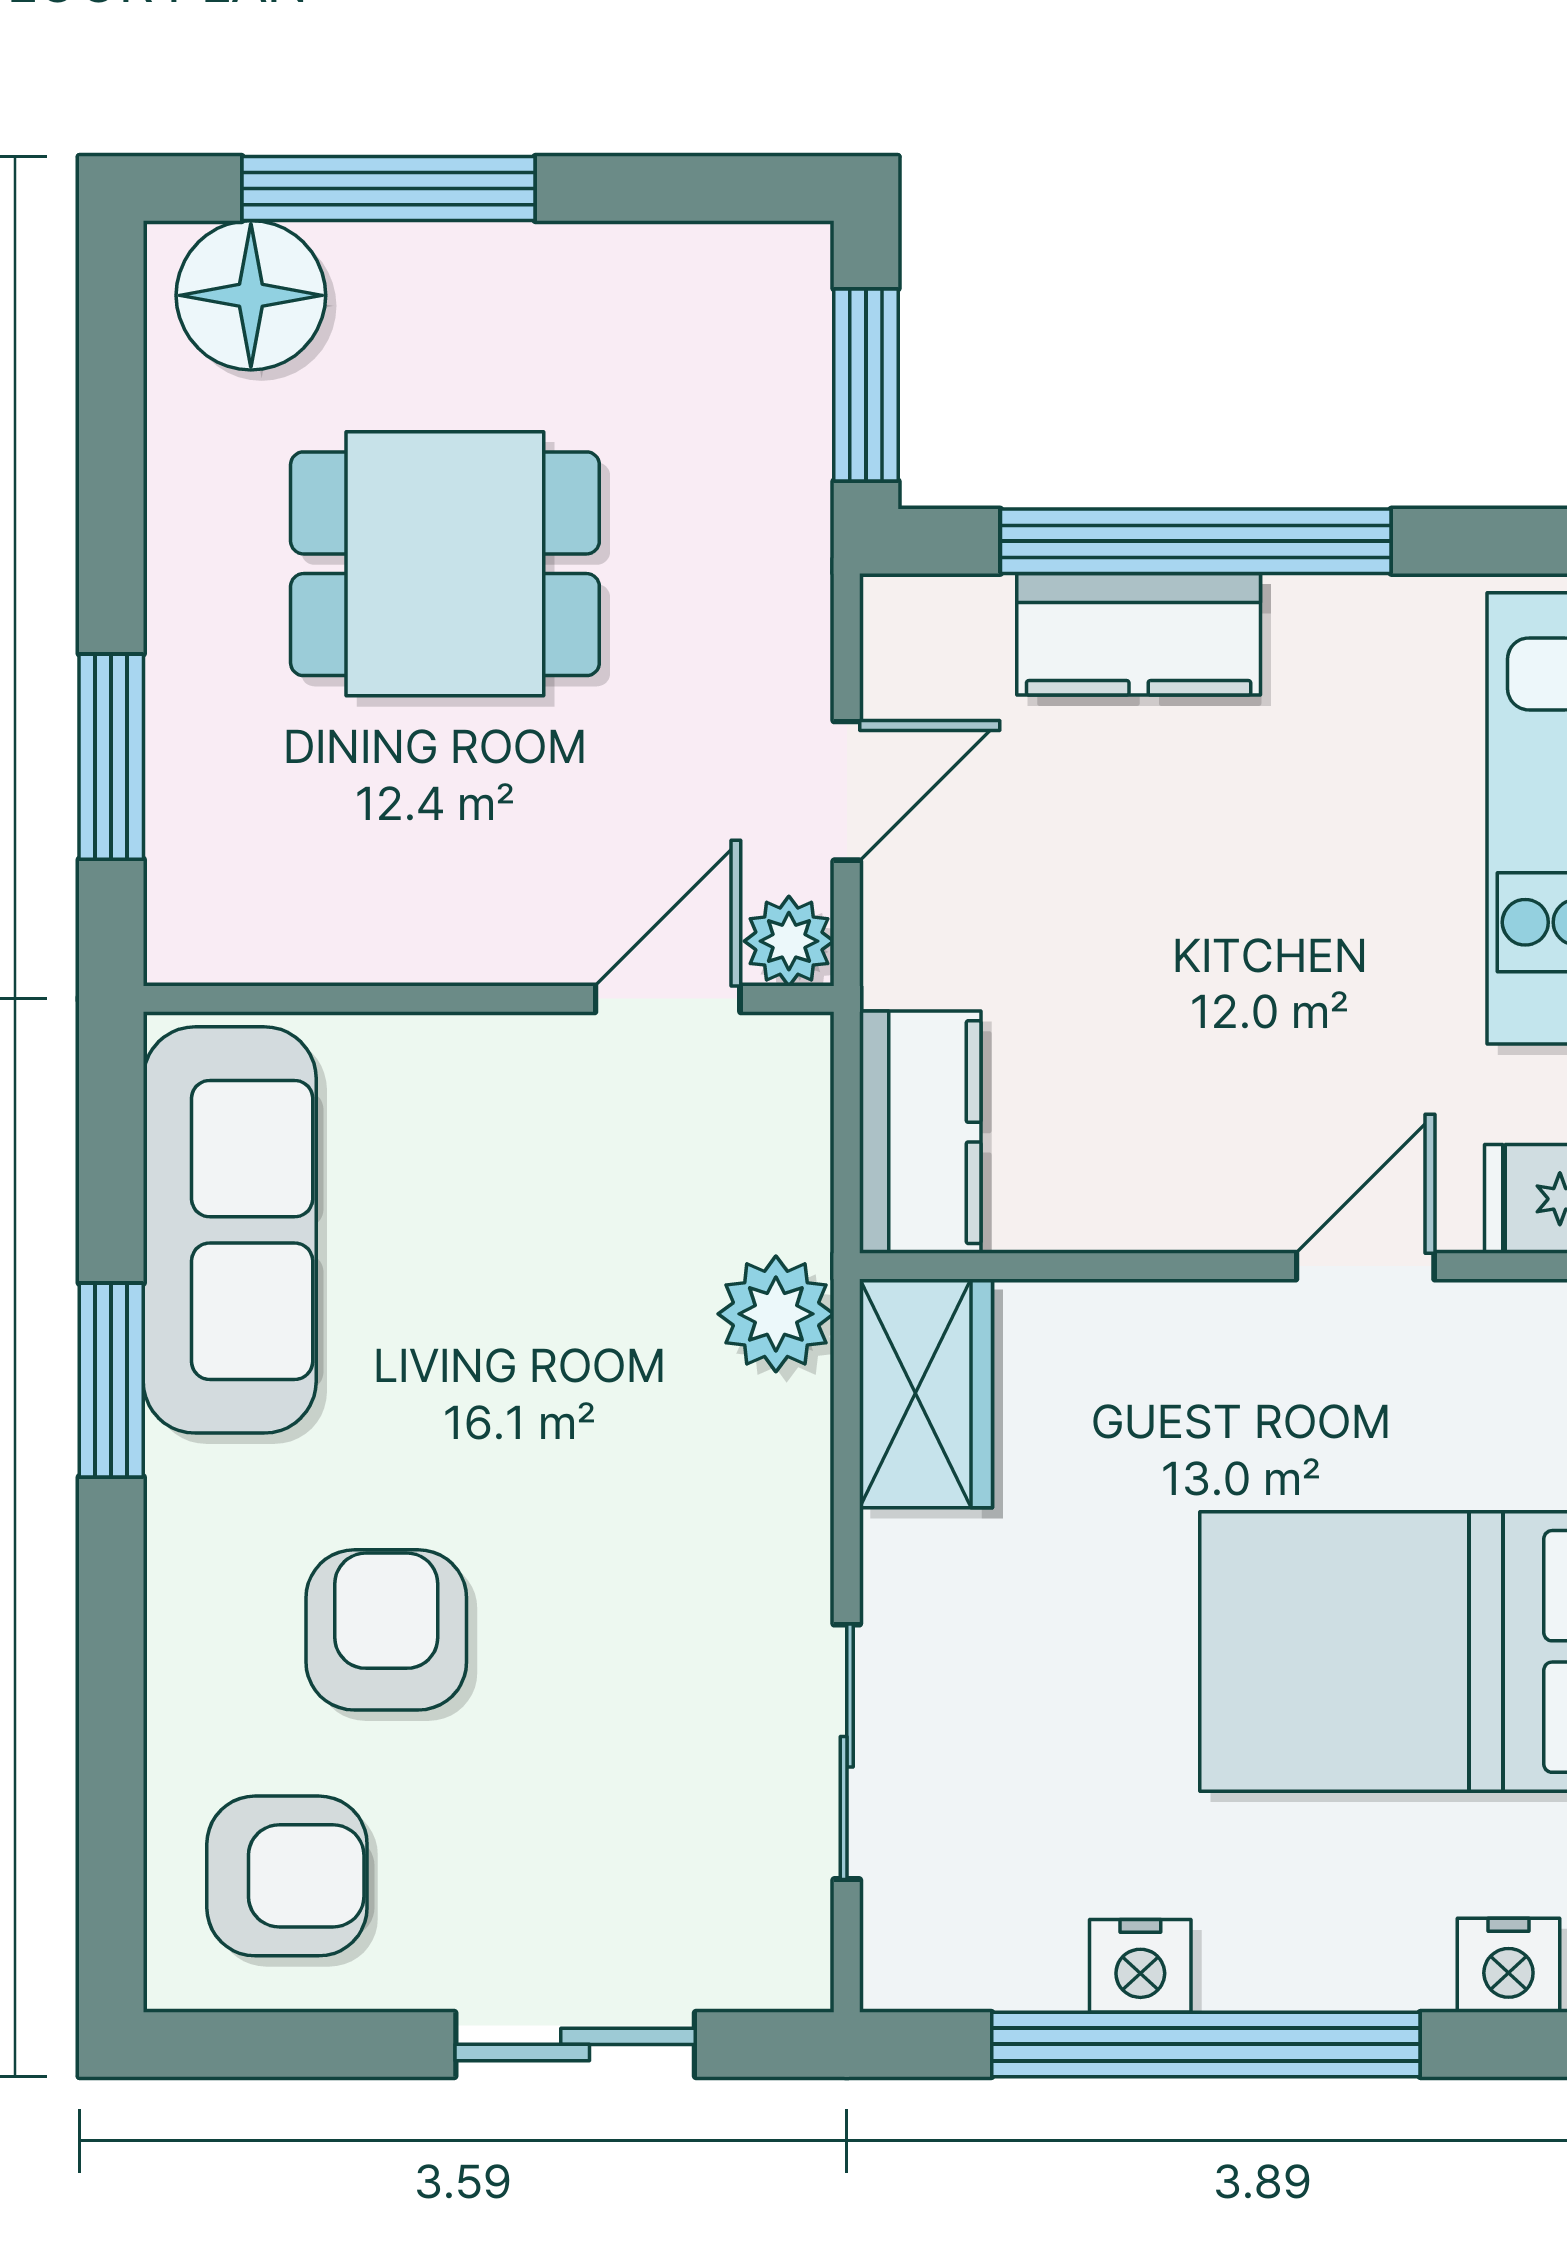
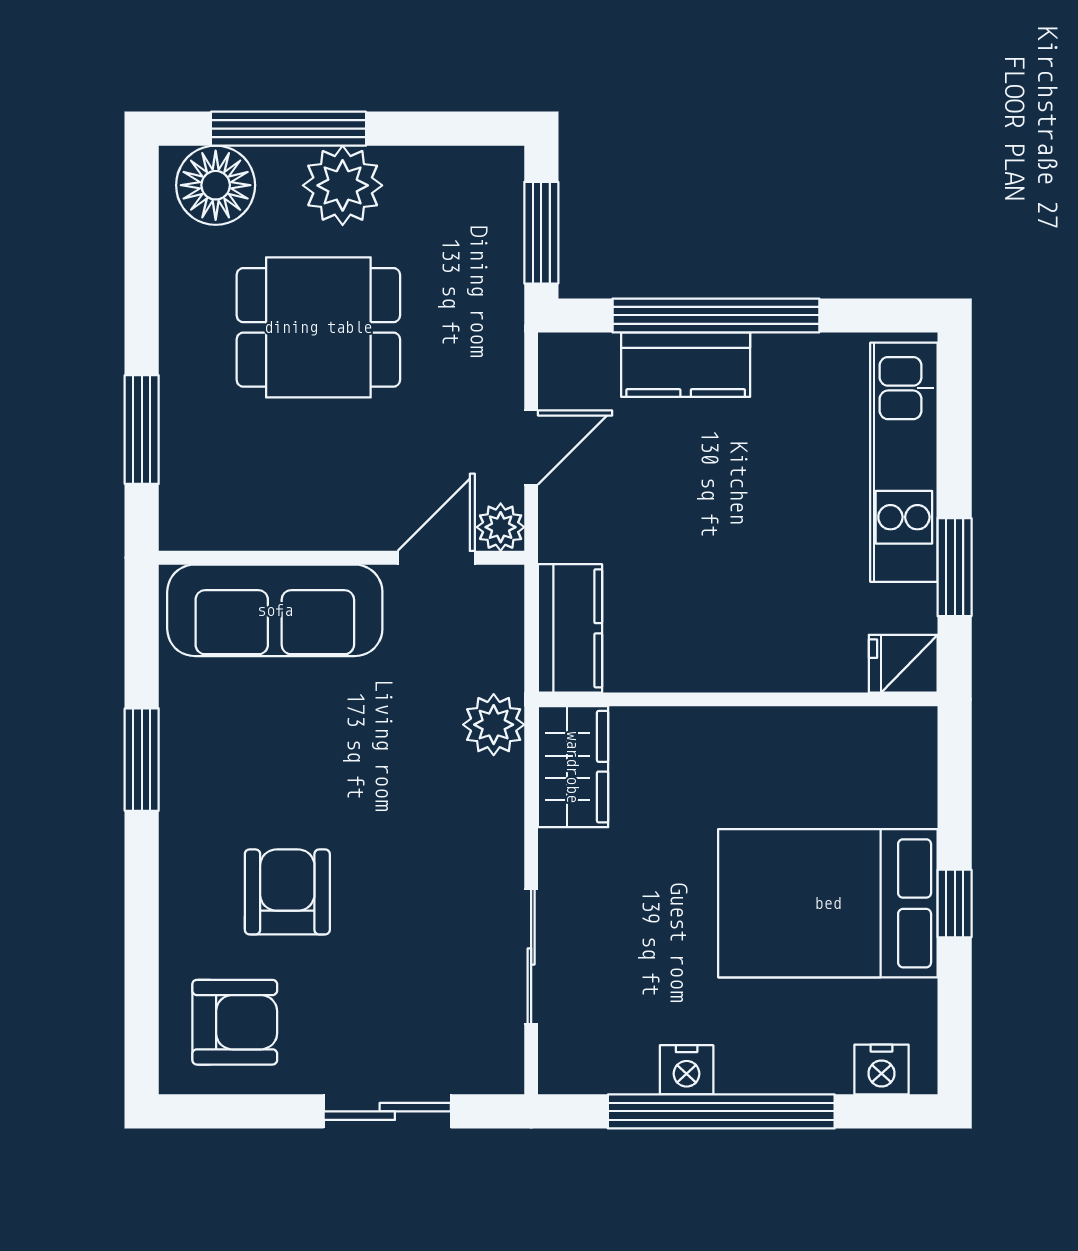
plant: (491, 296) -> (343, 185), added
sofa: (230, 1230) -> (275, 610), moved, turned 90
door: (1365, 1266) -> (806, 699), removed

